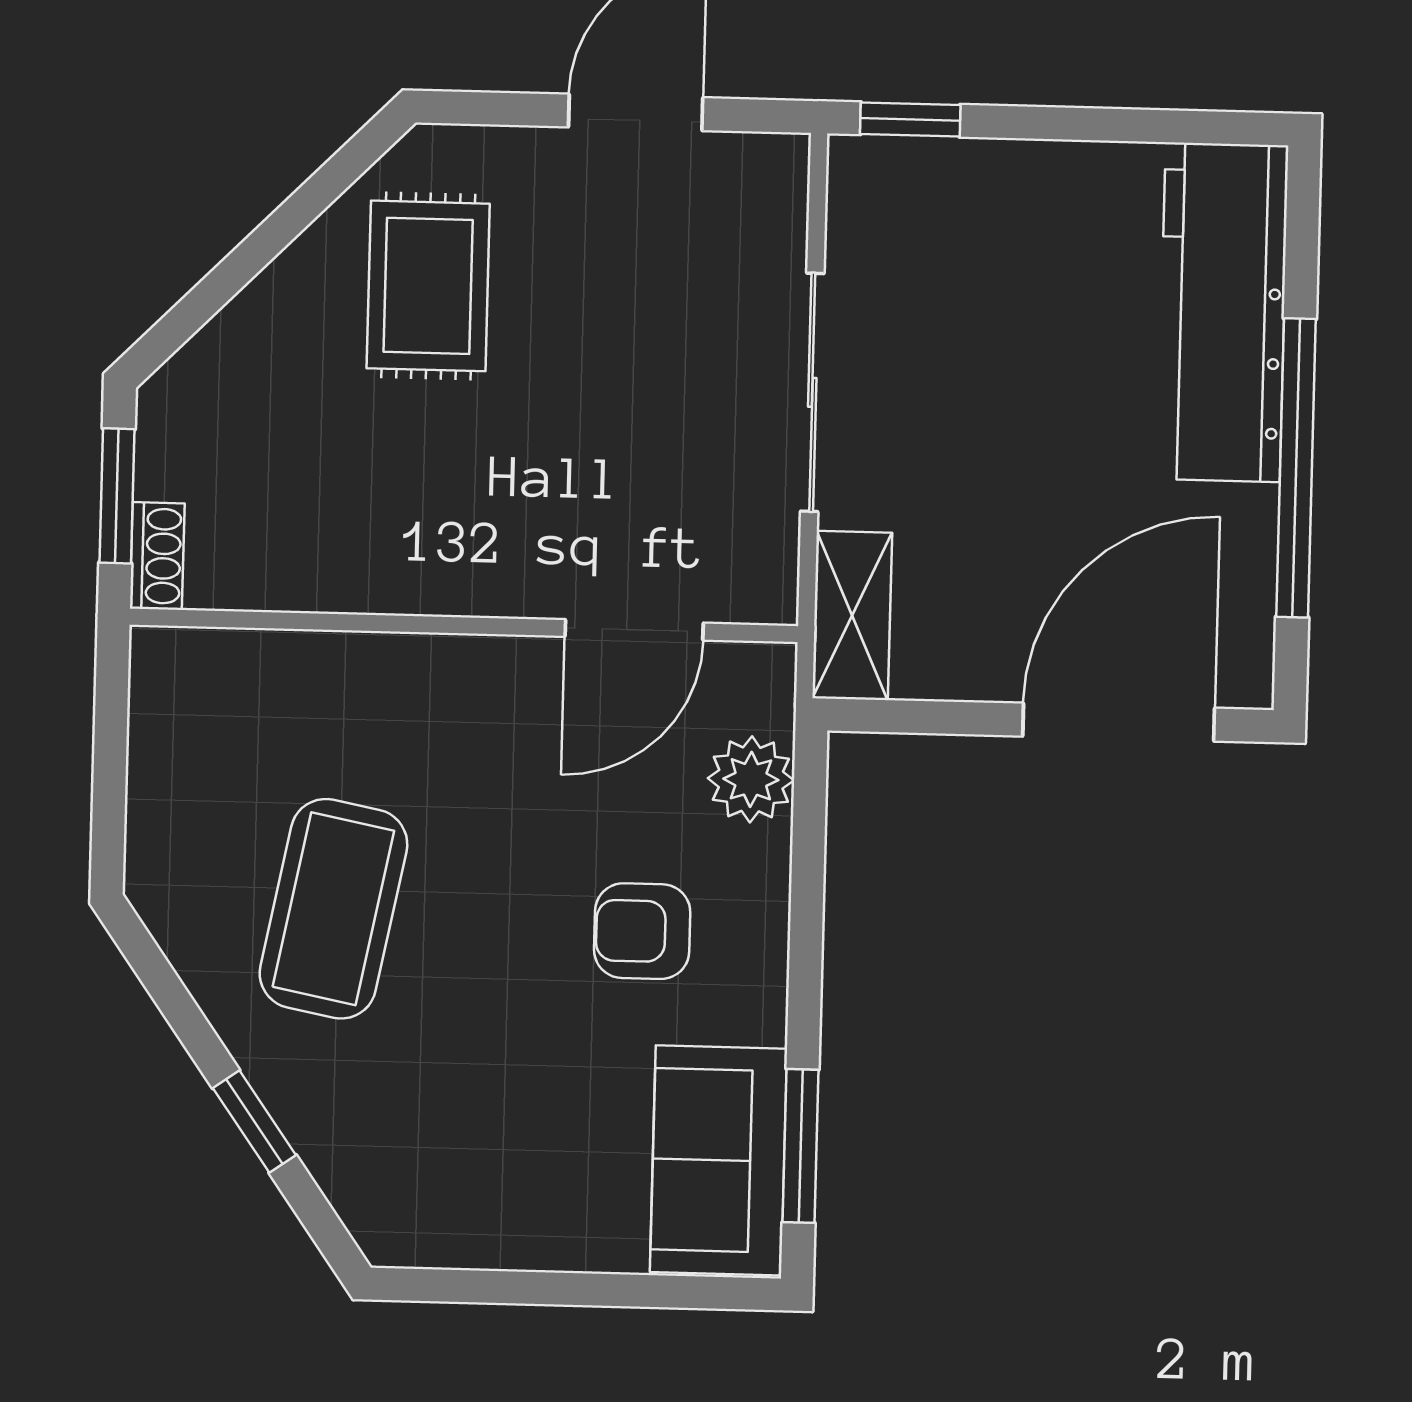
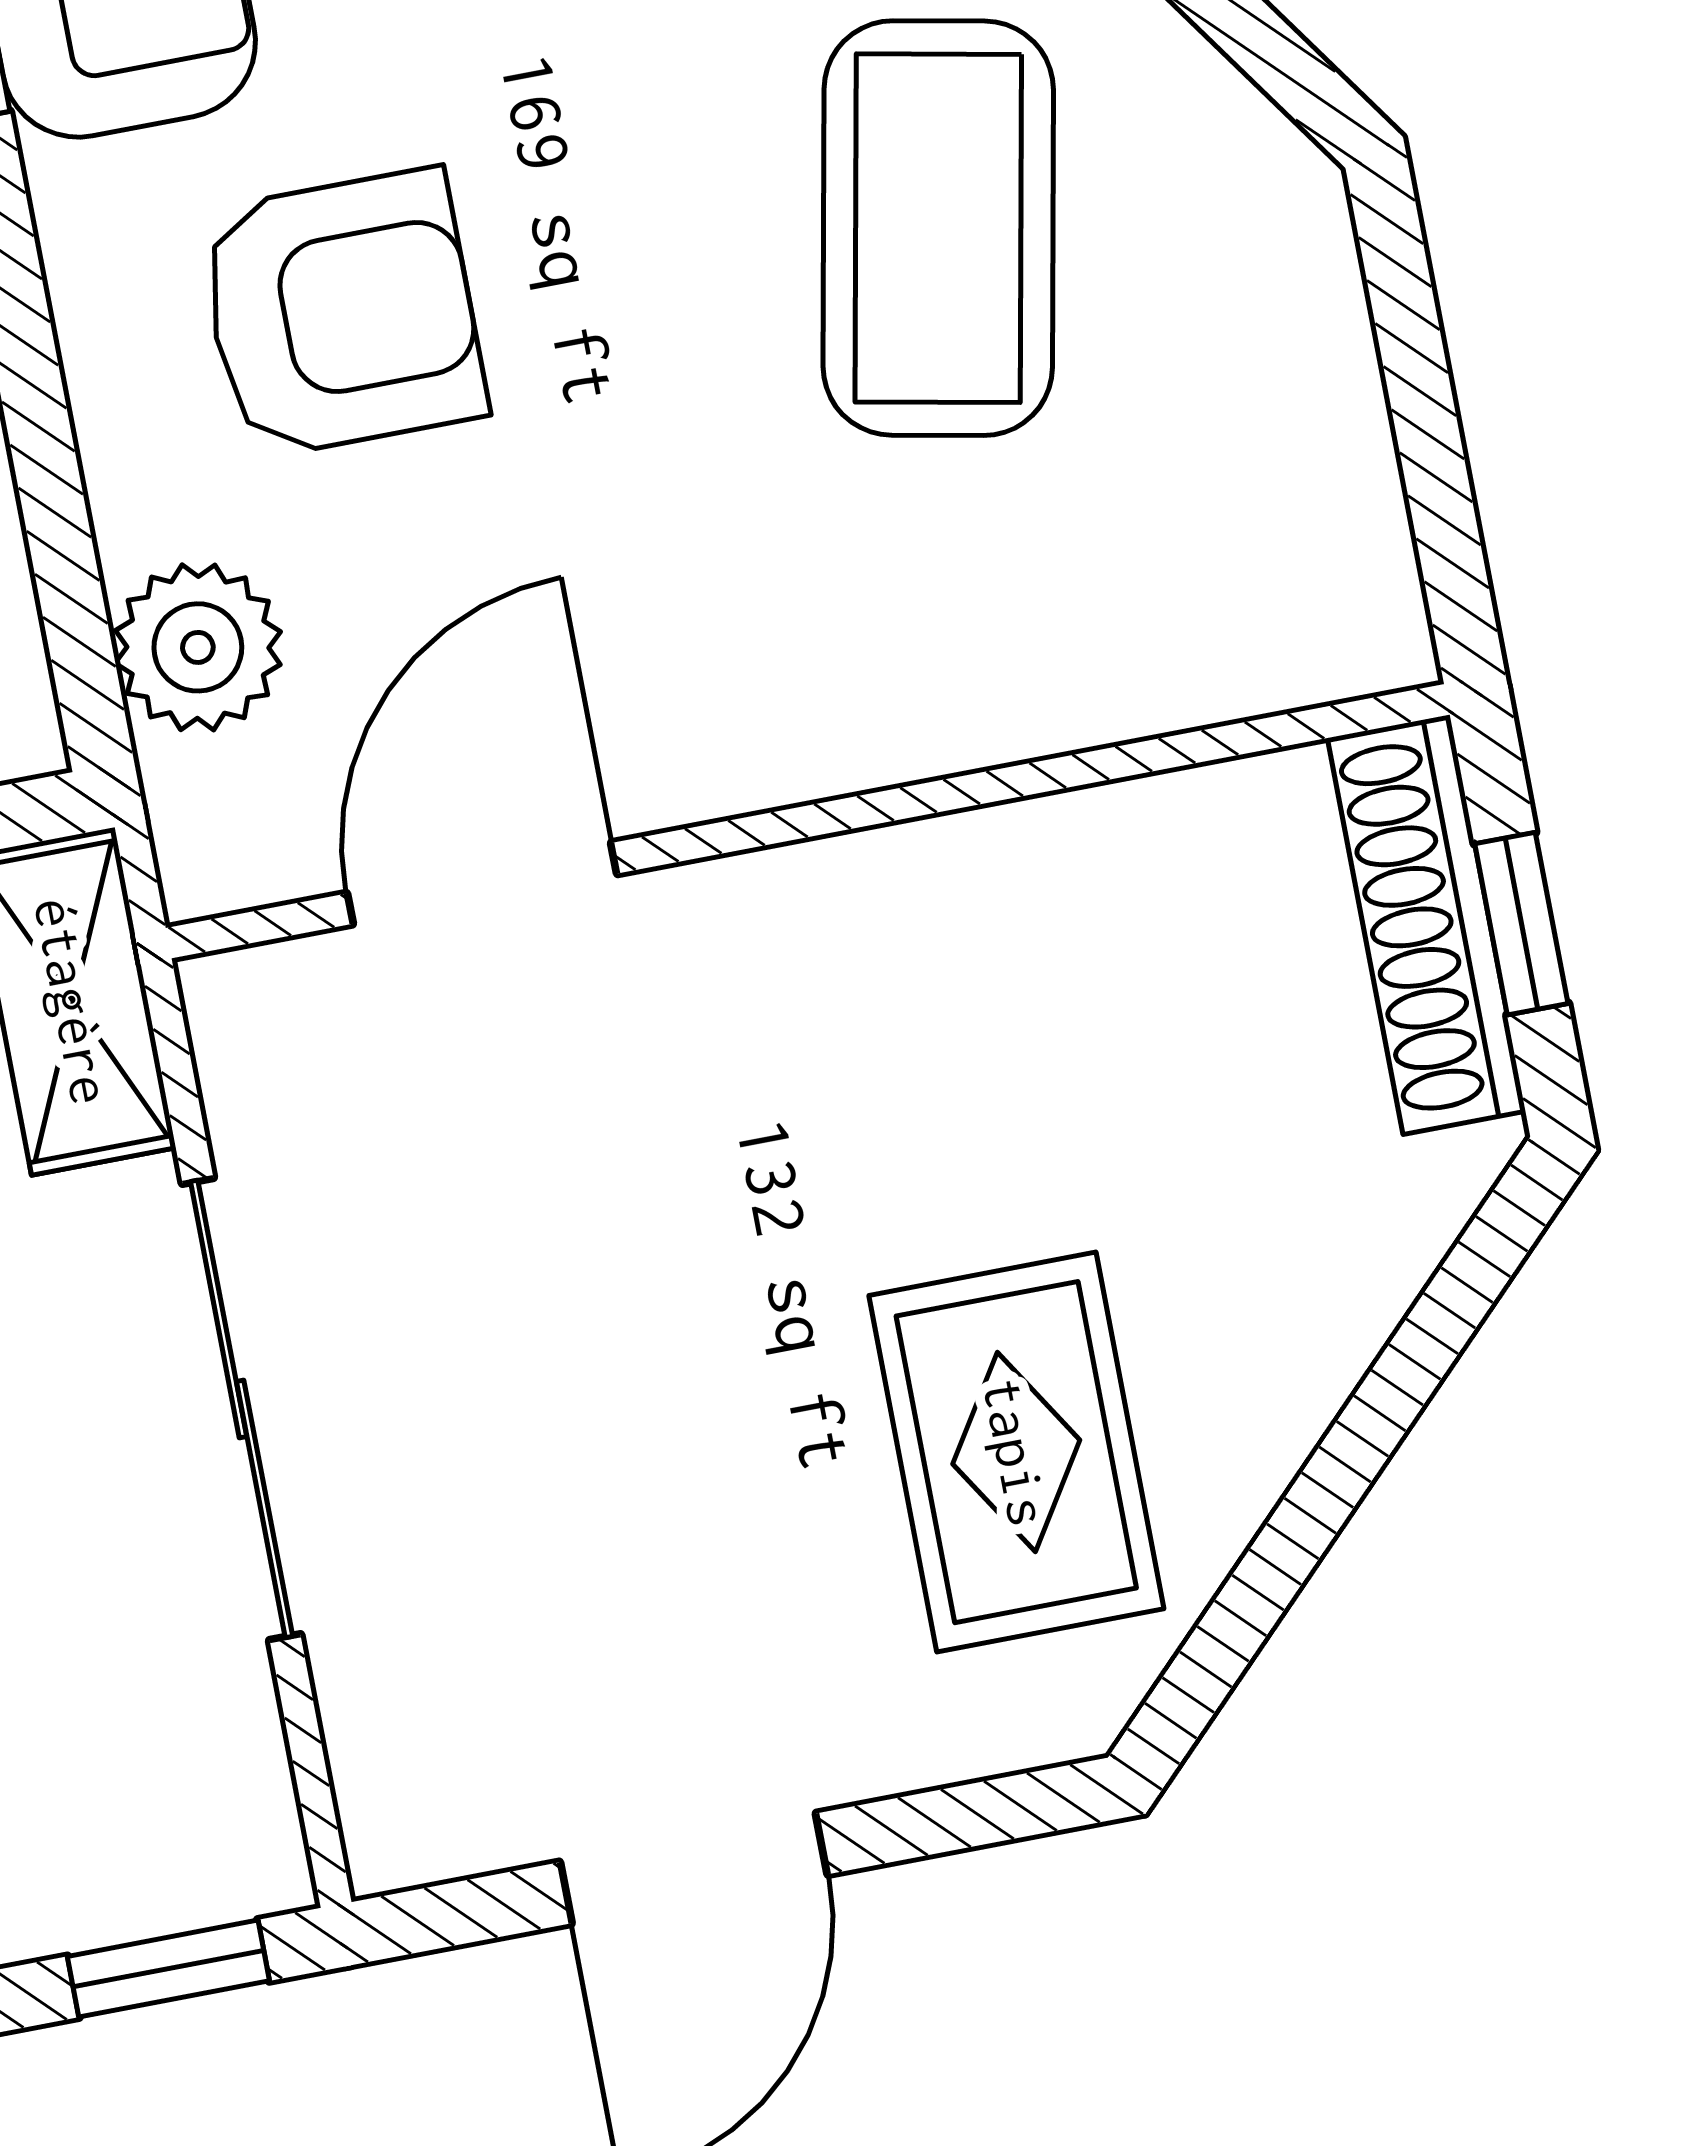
window: (117, 496) -> (1521, 924), width x0.67
shoe rack: (157, 556) -> (1426, 925), width x1.94, depth x1.24
armchair: (642, 931) -> (342, 314), width x1.38, depth x1.38

